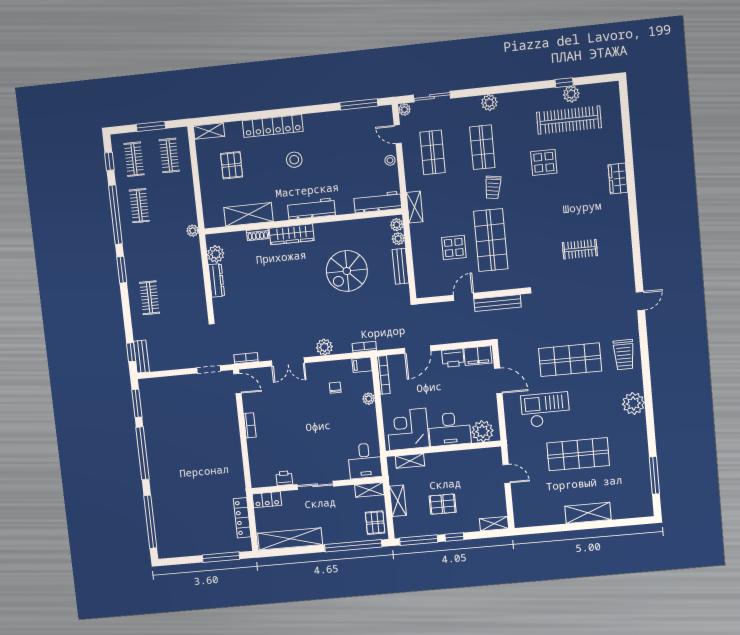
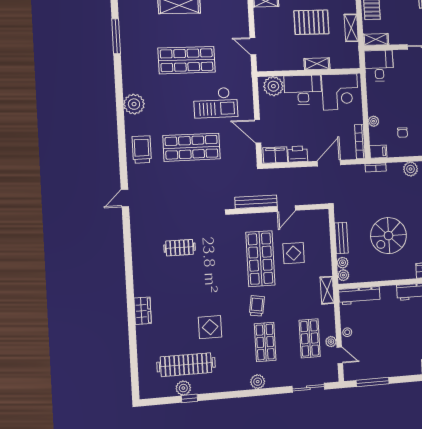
plant: (404, 110) -> (331, 342), moved
spiral stairs: (347, 271) -> (388, 236), turned 180
shelving: (410, 461) -> (317, 64), moved
pallet: (443, 504) -> (311, 22), width x1.50, depth x1.42

